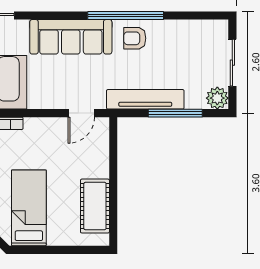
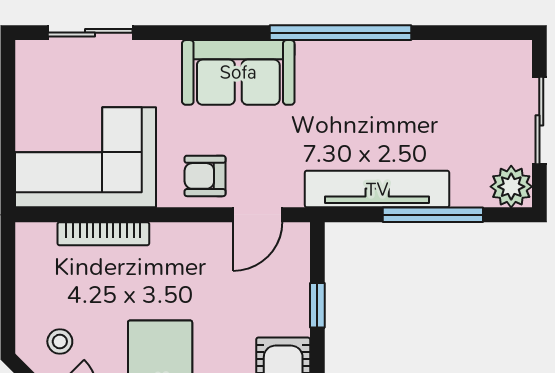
sofa: (71, 37) -> (238, 72), width x0.73
armchair: (135, 38) -> (205, 176), moved
window: (113, 162) -> (317, 305), added

